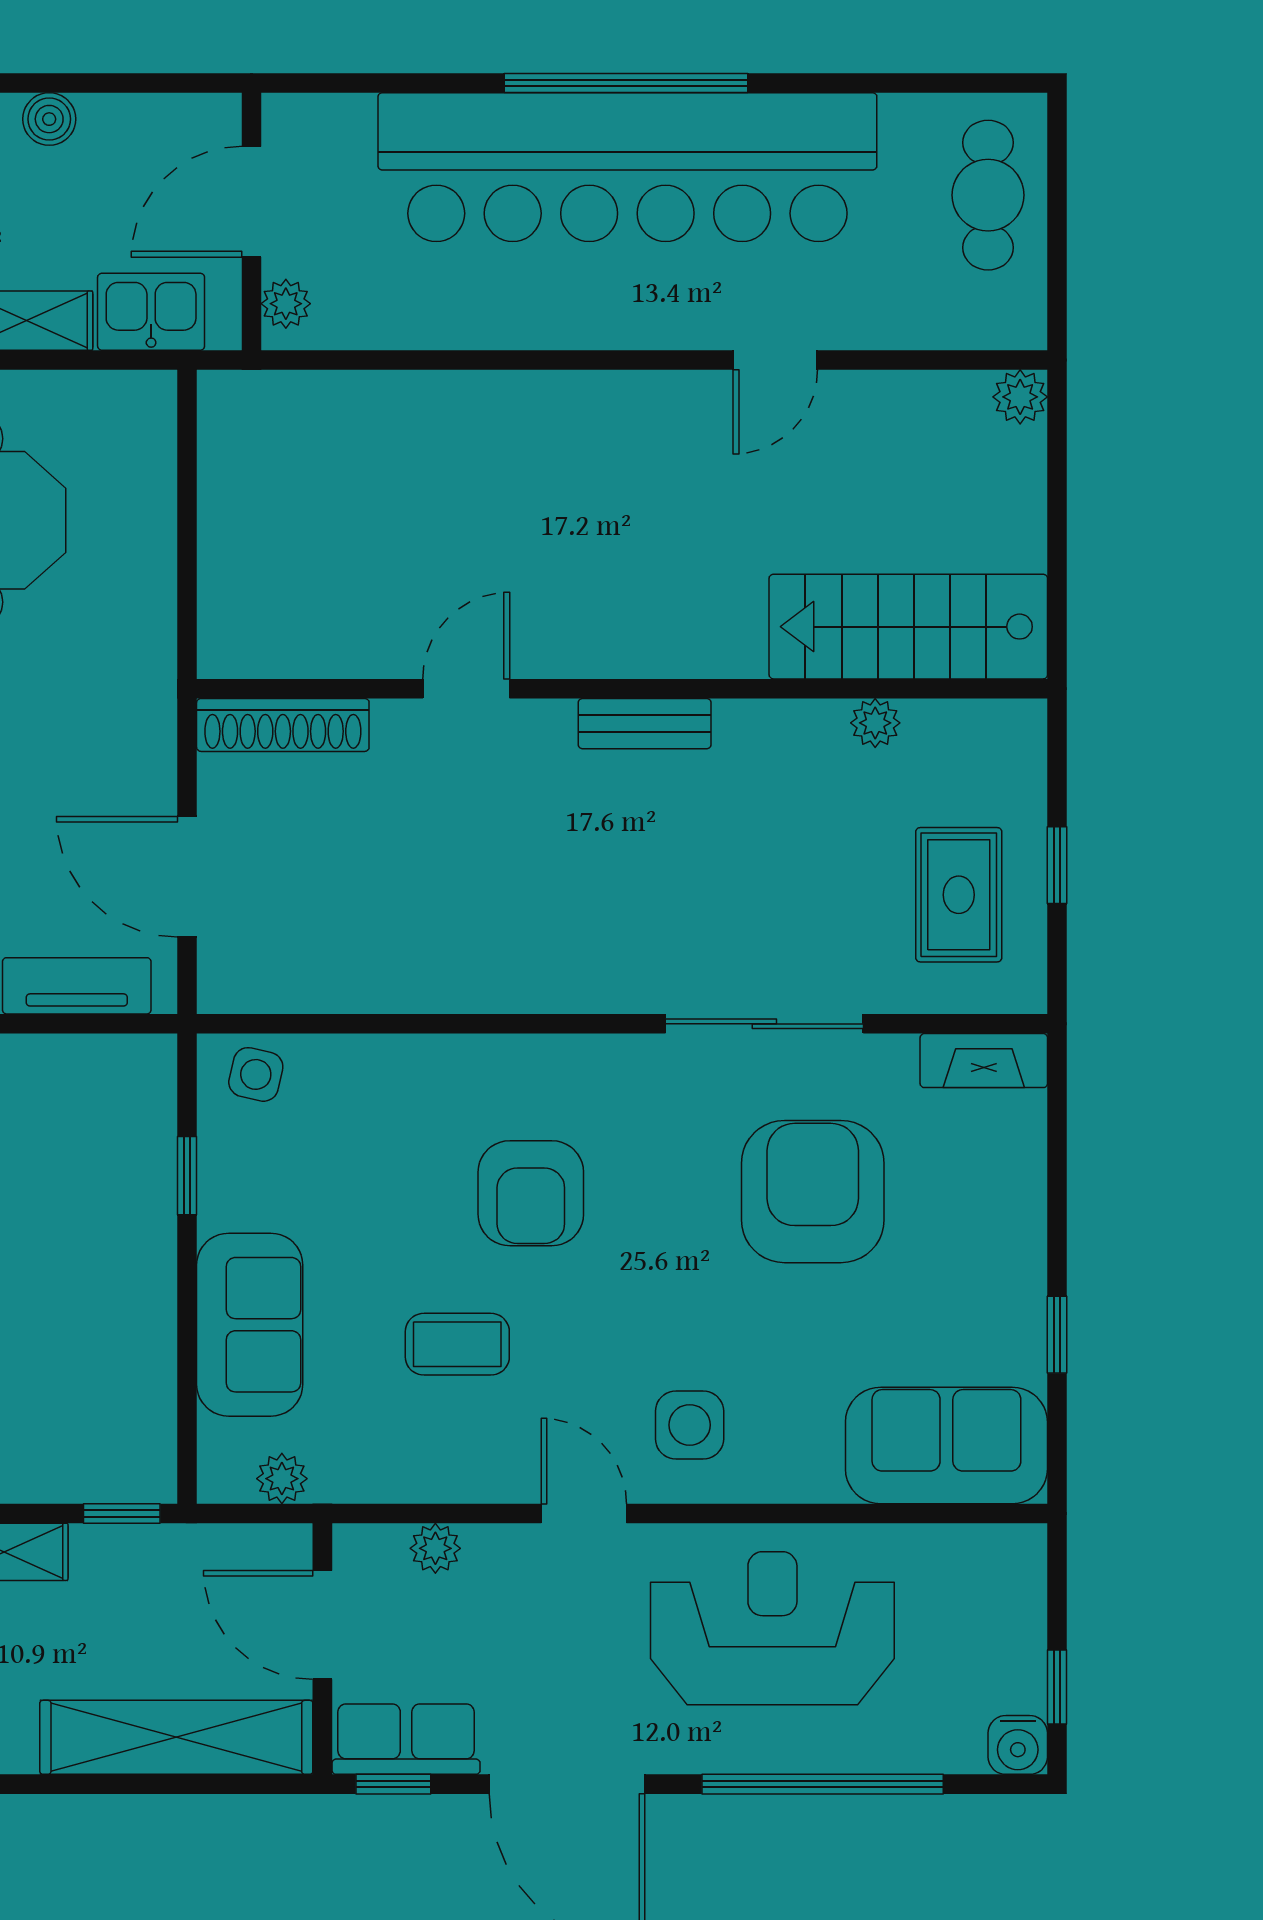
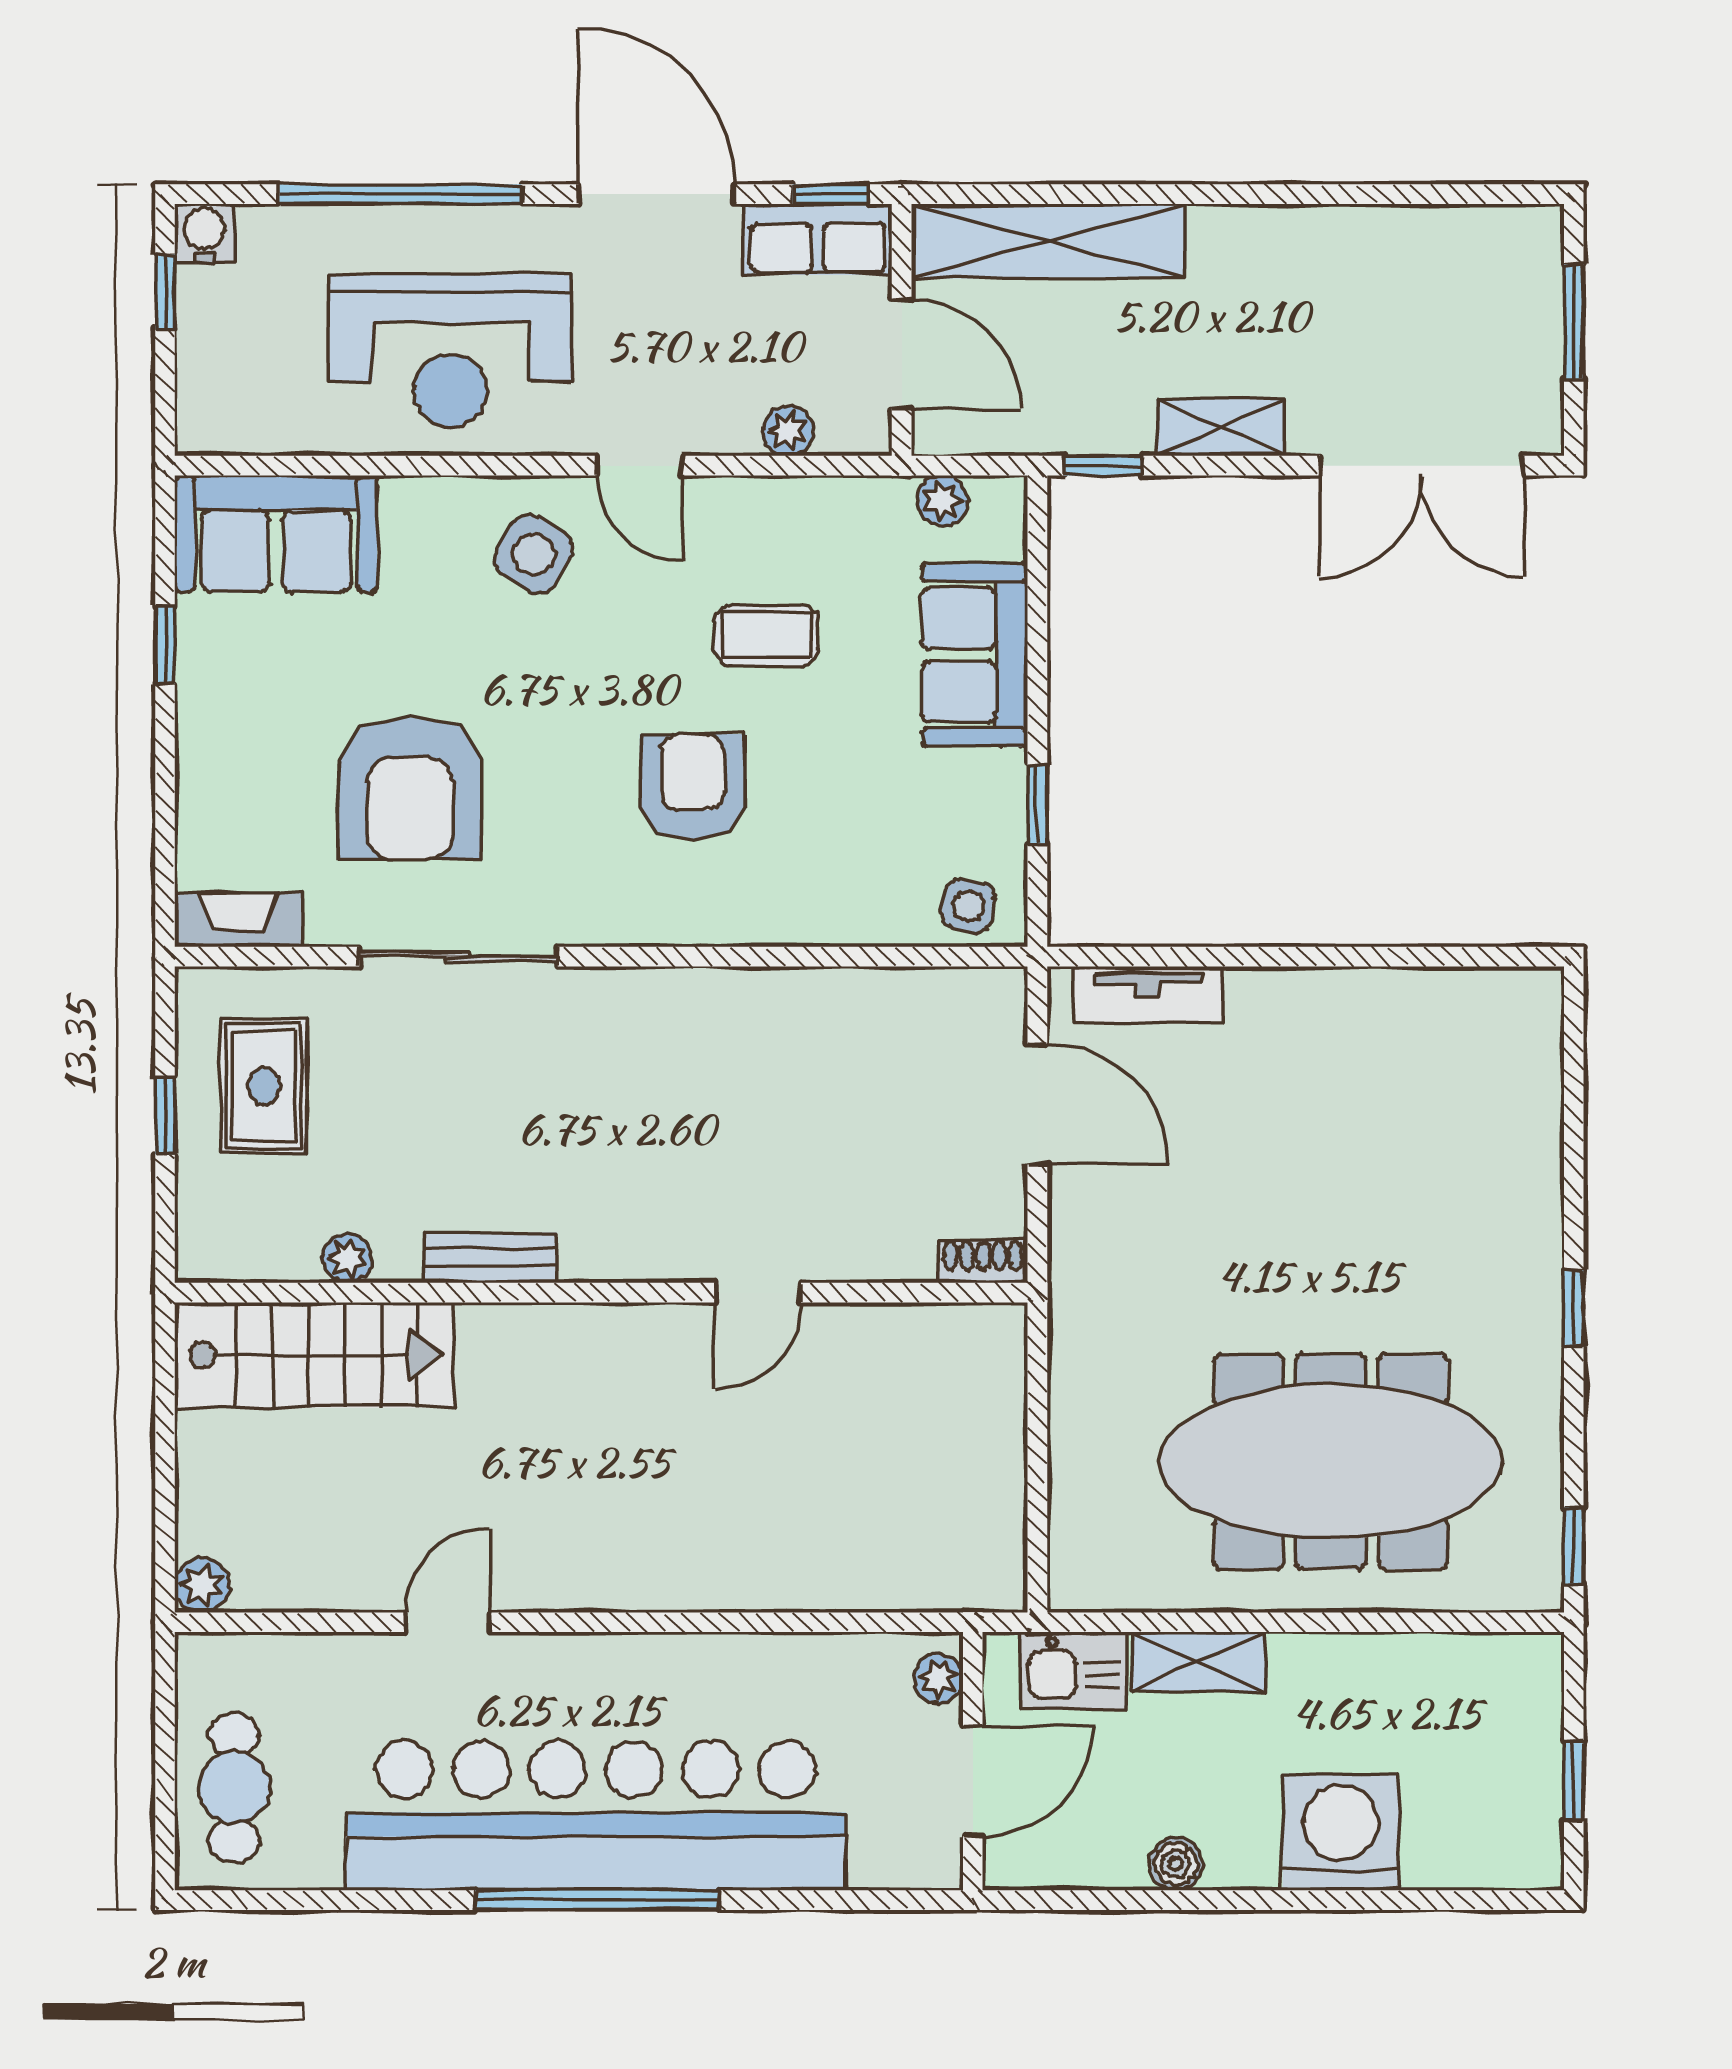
bench: (645, 724) -> (491, 1258), moved
shoe rack: (283, 725) -> (983, 1261), width x0.51, depth x0.81
side table: (690, 1425) -> (533, 554), turned 31

